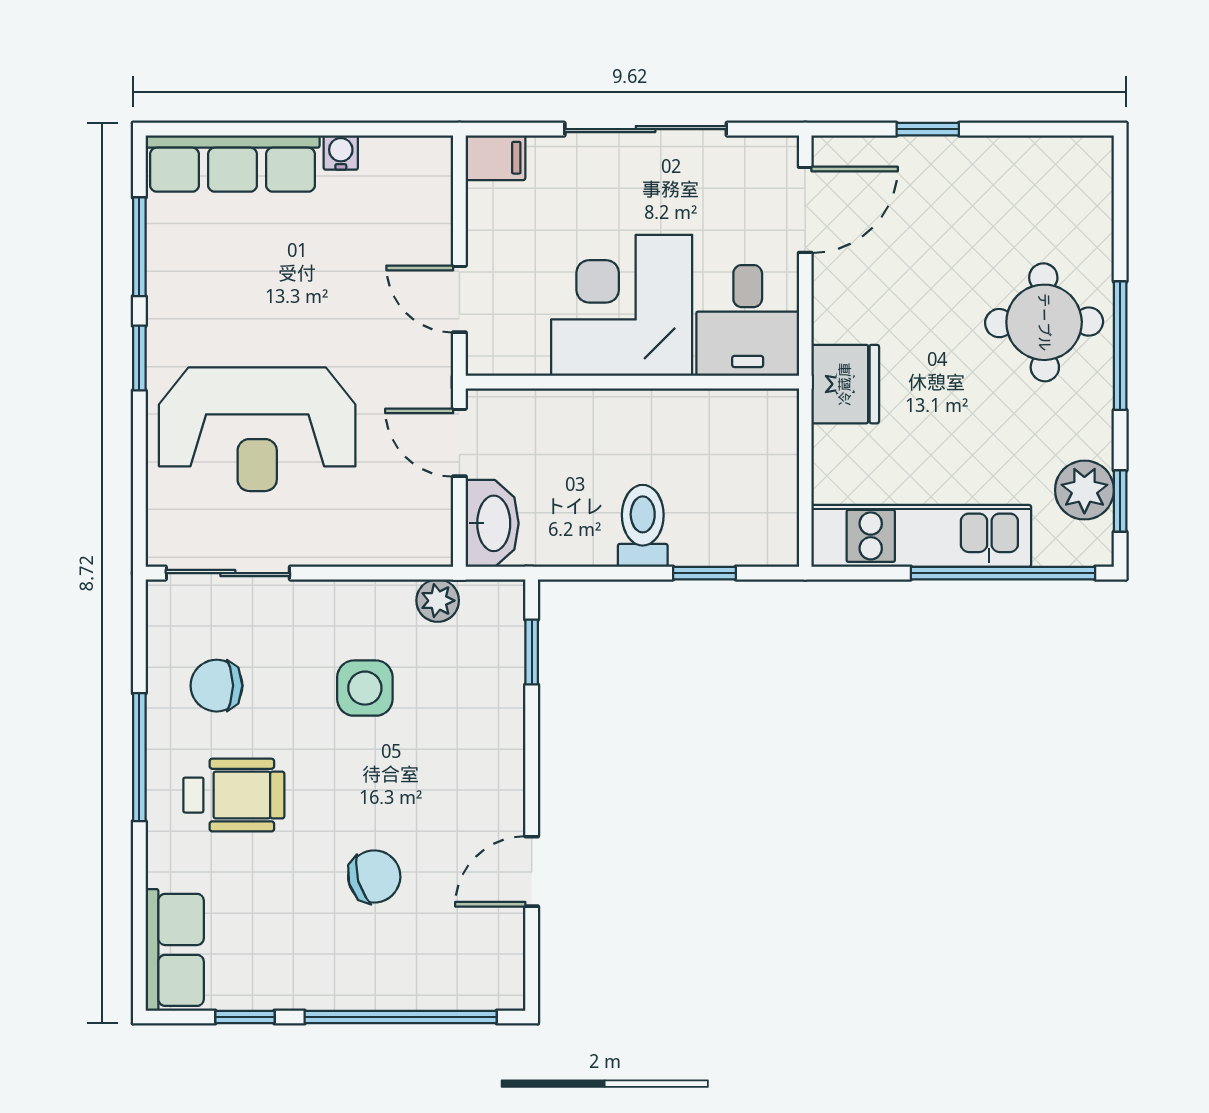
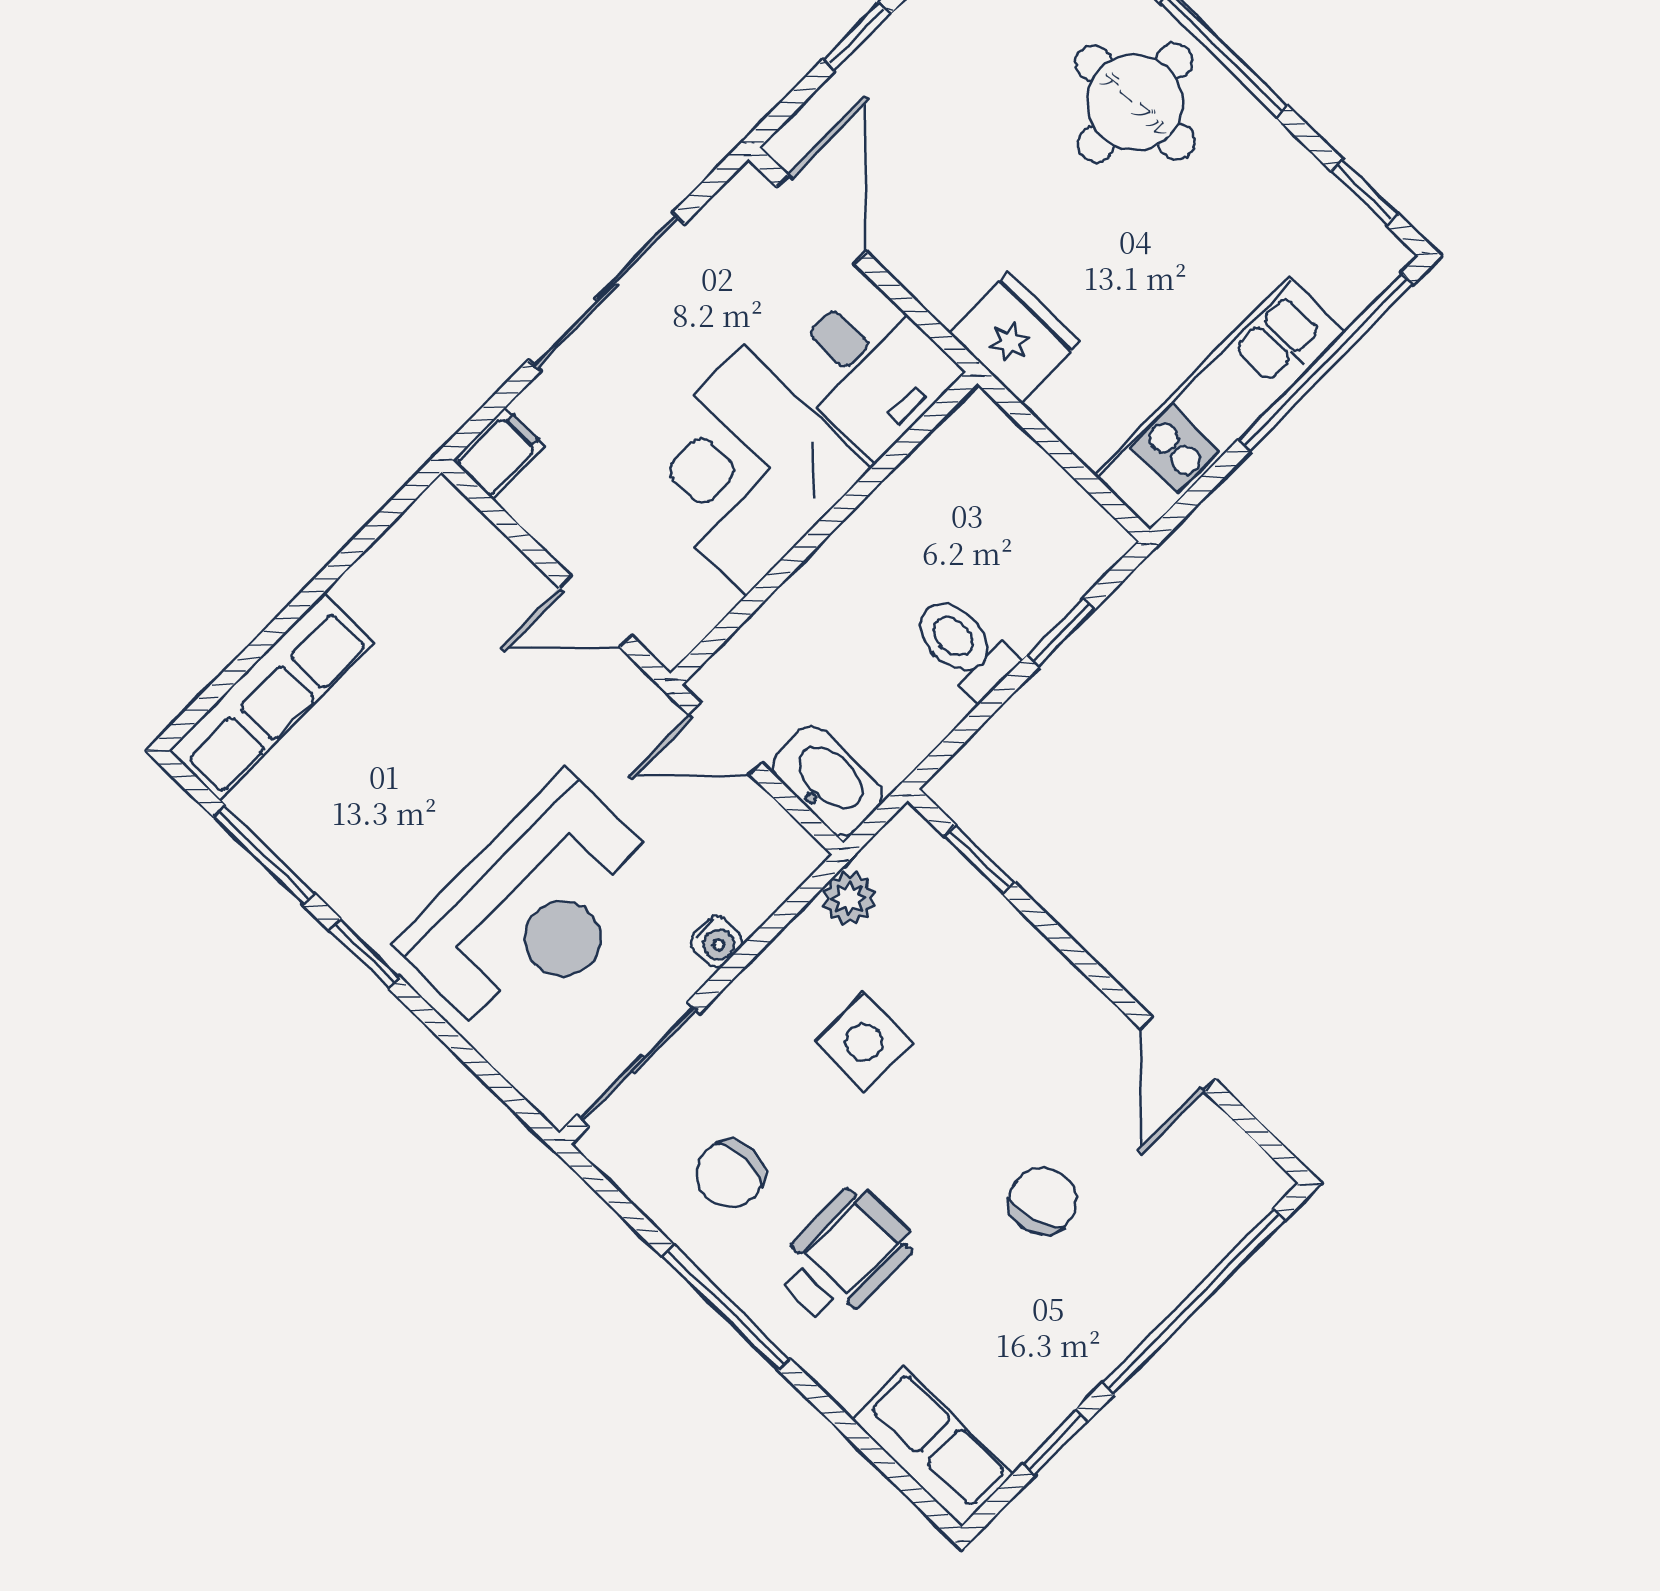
water cooler: (341, 152) -> (716, 942), moved, turned 180
plant: (1084, 490) -> (1323, 215), removed

